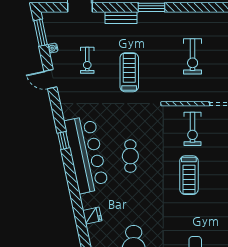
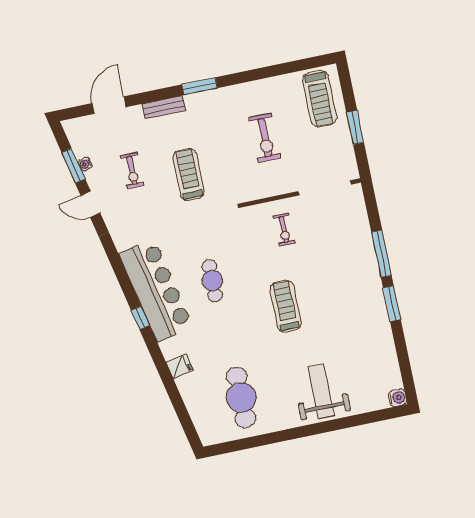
window: (41, 33) -> (73, 166), moved
exercise bike: (193, 129) -> (284, 230), width x0.73, depth x0.72
window: (63, 141) -> (140, 318), moved
treadmill: (189, 175) -> (286, 306), moved, turned 180

